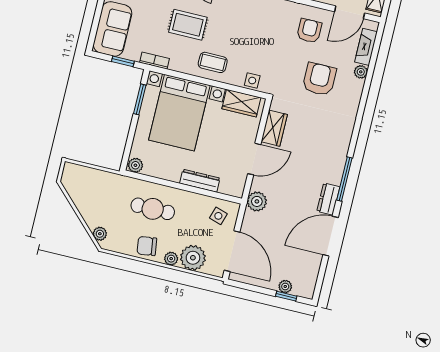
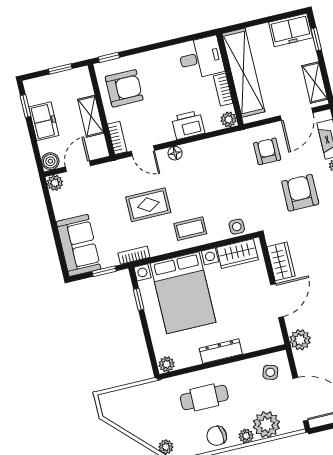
window: (140, 99) -> (139, 299), width x0.67
dresser: (200, 181) -> (221, 351), moved

